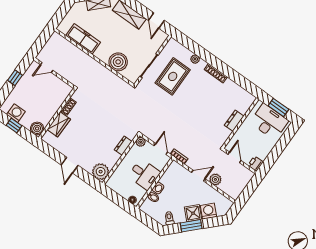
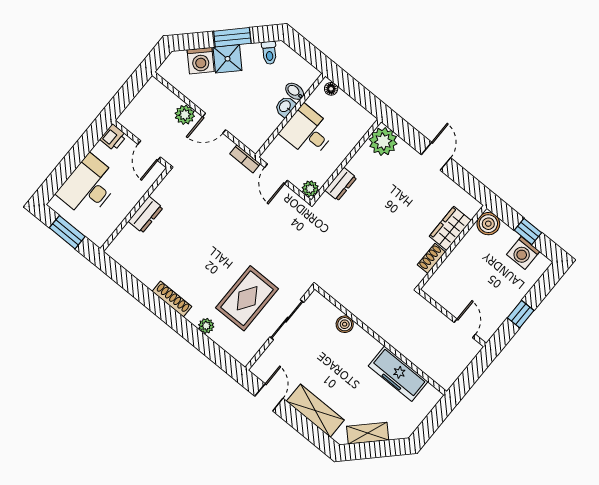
boiler: (118, 62) -> (345, 324), width x0.54, depth x0.54
door: (47, 67) -> (465, 328), hinge flipped
desk: (269, 122) -> (89, 187), moved, turned 90

